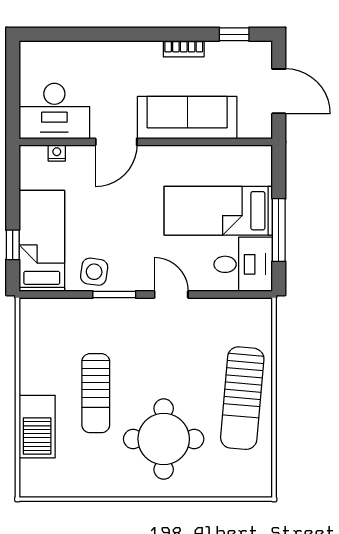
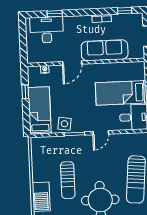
window: (83, 34) -> (55, 14), added
desk: (54, 111) -> (47, 30), moved, turned 180
window: (13, 245) -> (25, 92), moved
door: (171, 295) -> (101, 133), swing flipped

